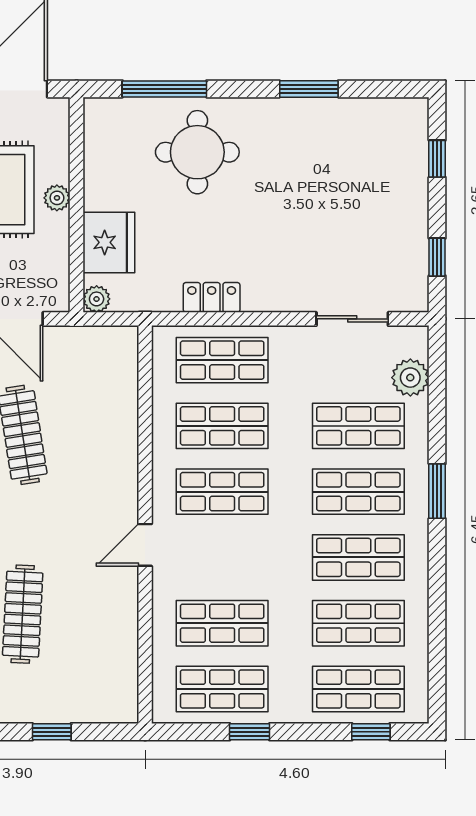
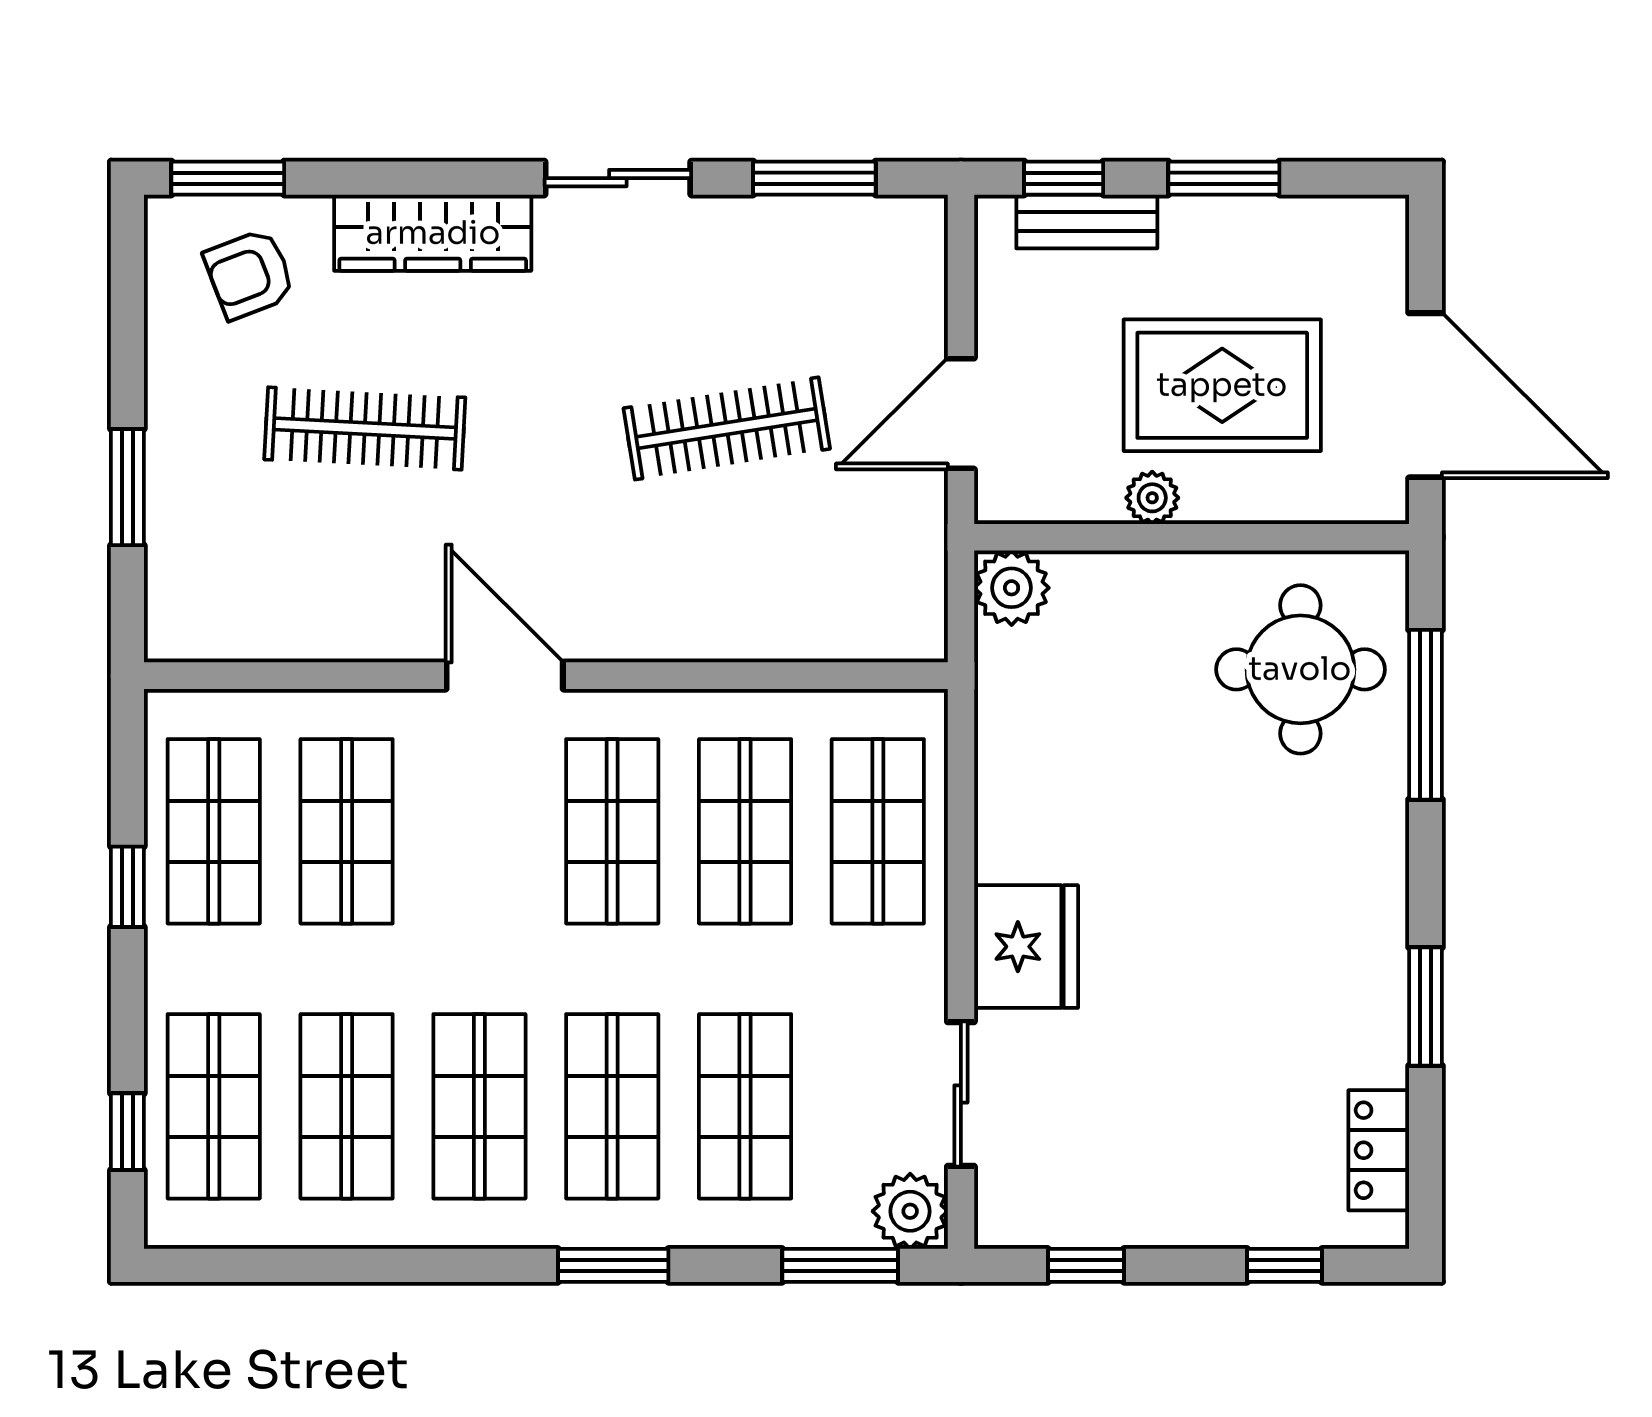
round table: (197, 152) -> (1300, 669), moved
plant: (57, 198) -> (1152, 498), moved
fridge: (109, 242) -> (1026, 947), moved, turned -90
locker: (212, 297) -> (1379, 1150), moved, turned 180
plant: (97, 299) -> (1012, 588), width x1.38, depth x1.38
plant: (410, 378) -> (910, 1211), moved
window: (437, 379) -> (840, 1265), added
door: (145, 545) -> (505, 676), width x1.38
window: (52, 732) -> (127, 487), width x1.50

